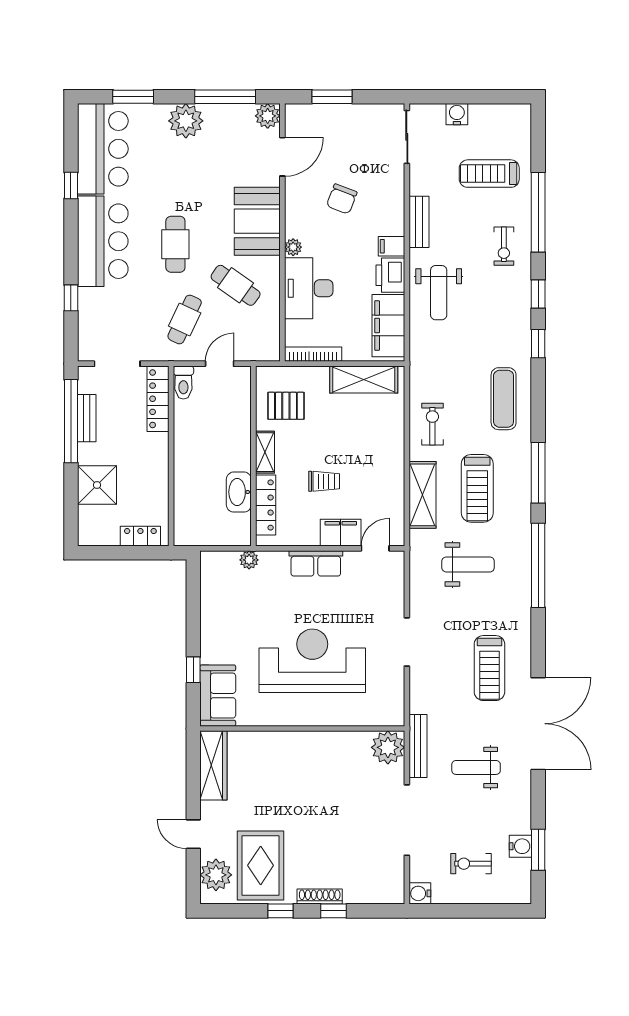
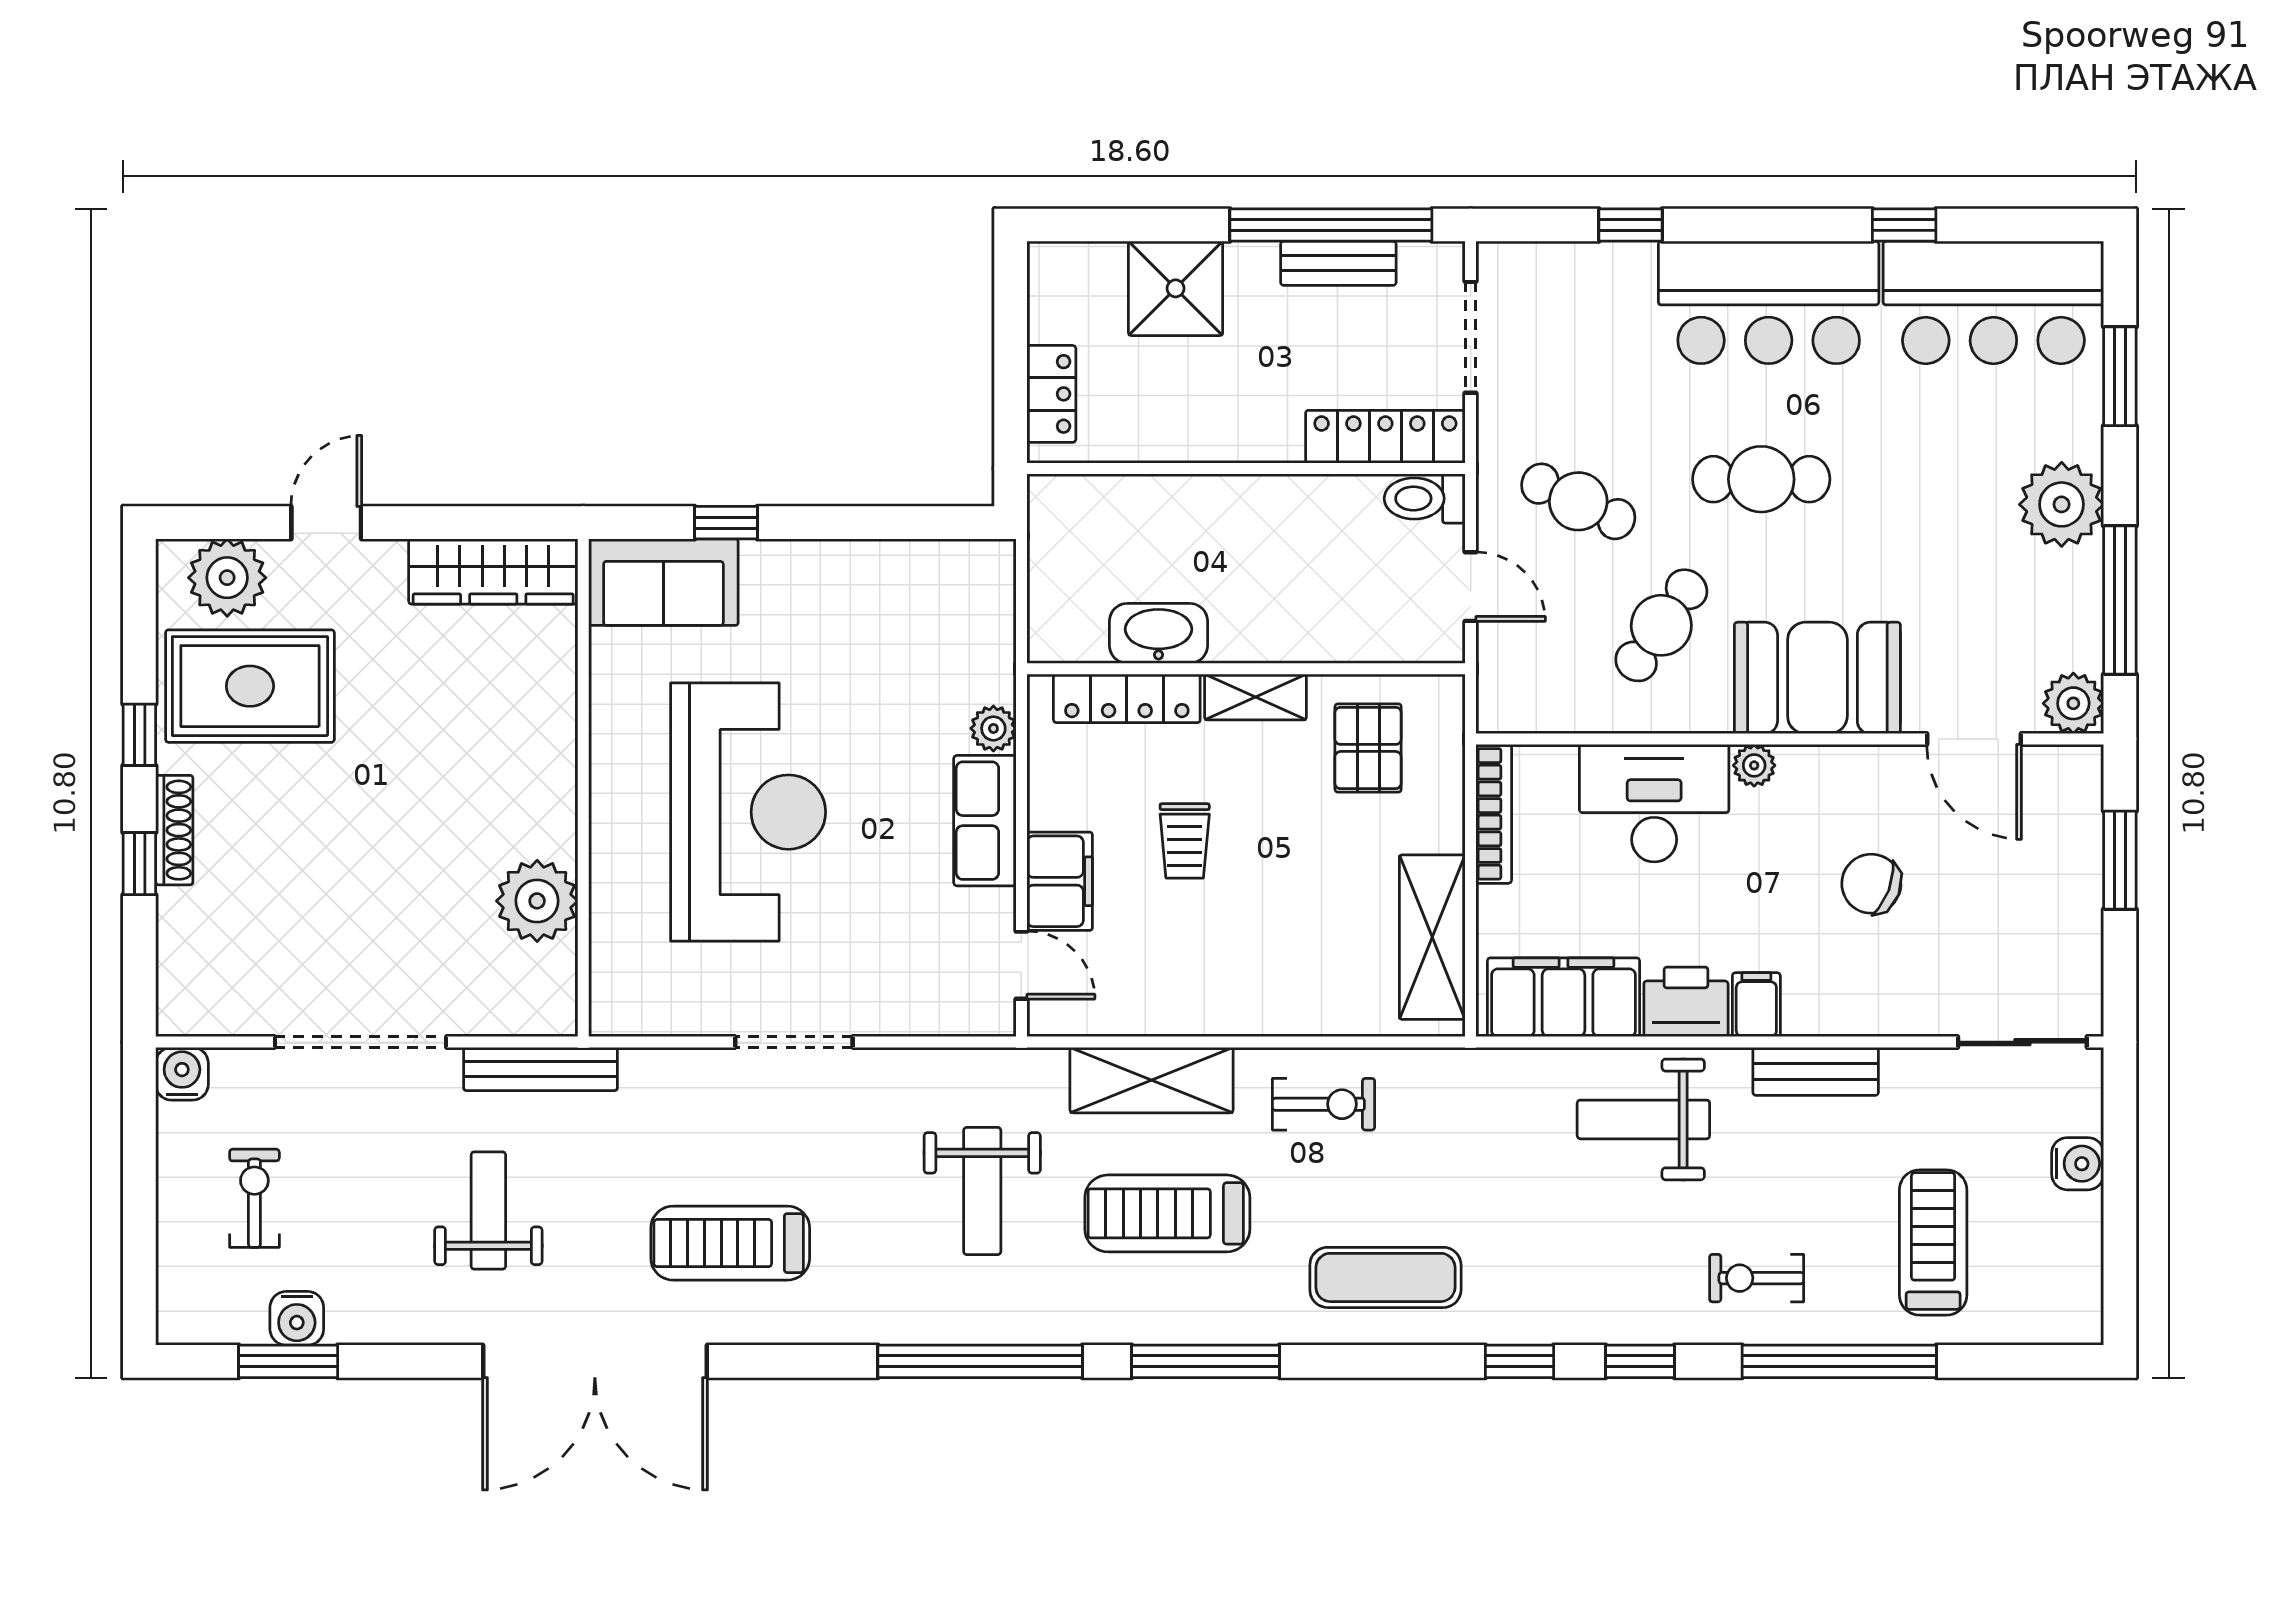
plant: (249, 560) -> (993, 728), moved
plant: (388, 747) -> (537, 901), moved

